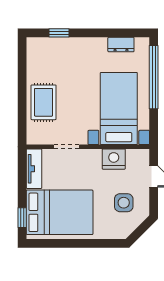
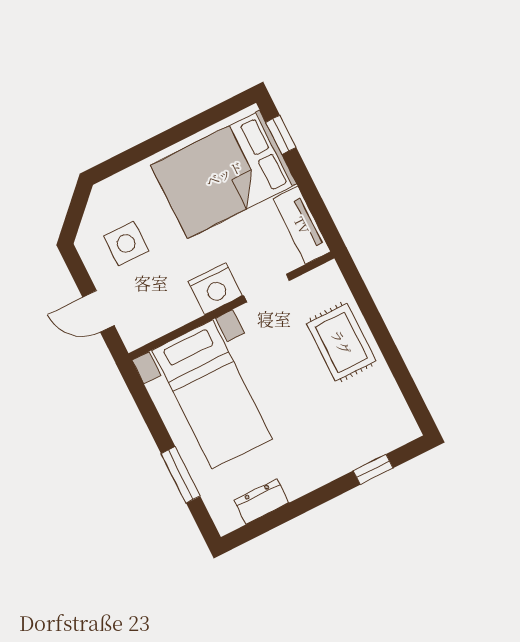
window: (154, 77) -> (181, 475), width x0.47
nightstand: (114, 159) -> (215, 289), moved

